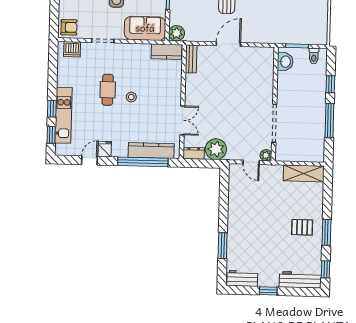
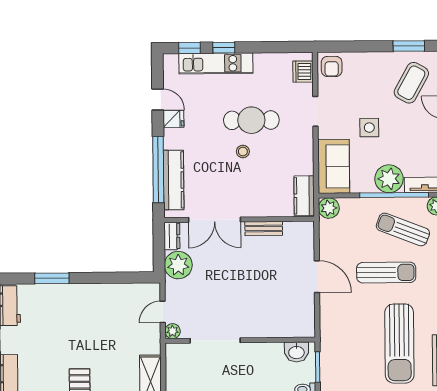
bench: (191, 59) -> (264, 228), moved
cafe table: (108, 90) -> (251, 120), width x1.37, depth x1.35
double door: (182, 120) -> (215, 220), width x1.37

